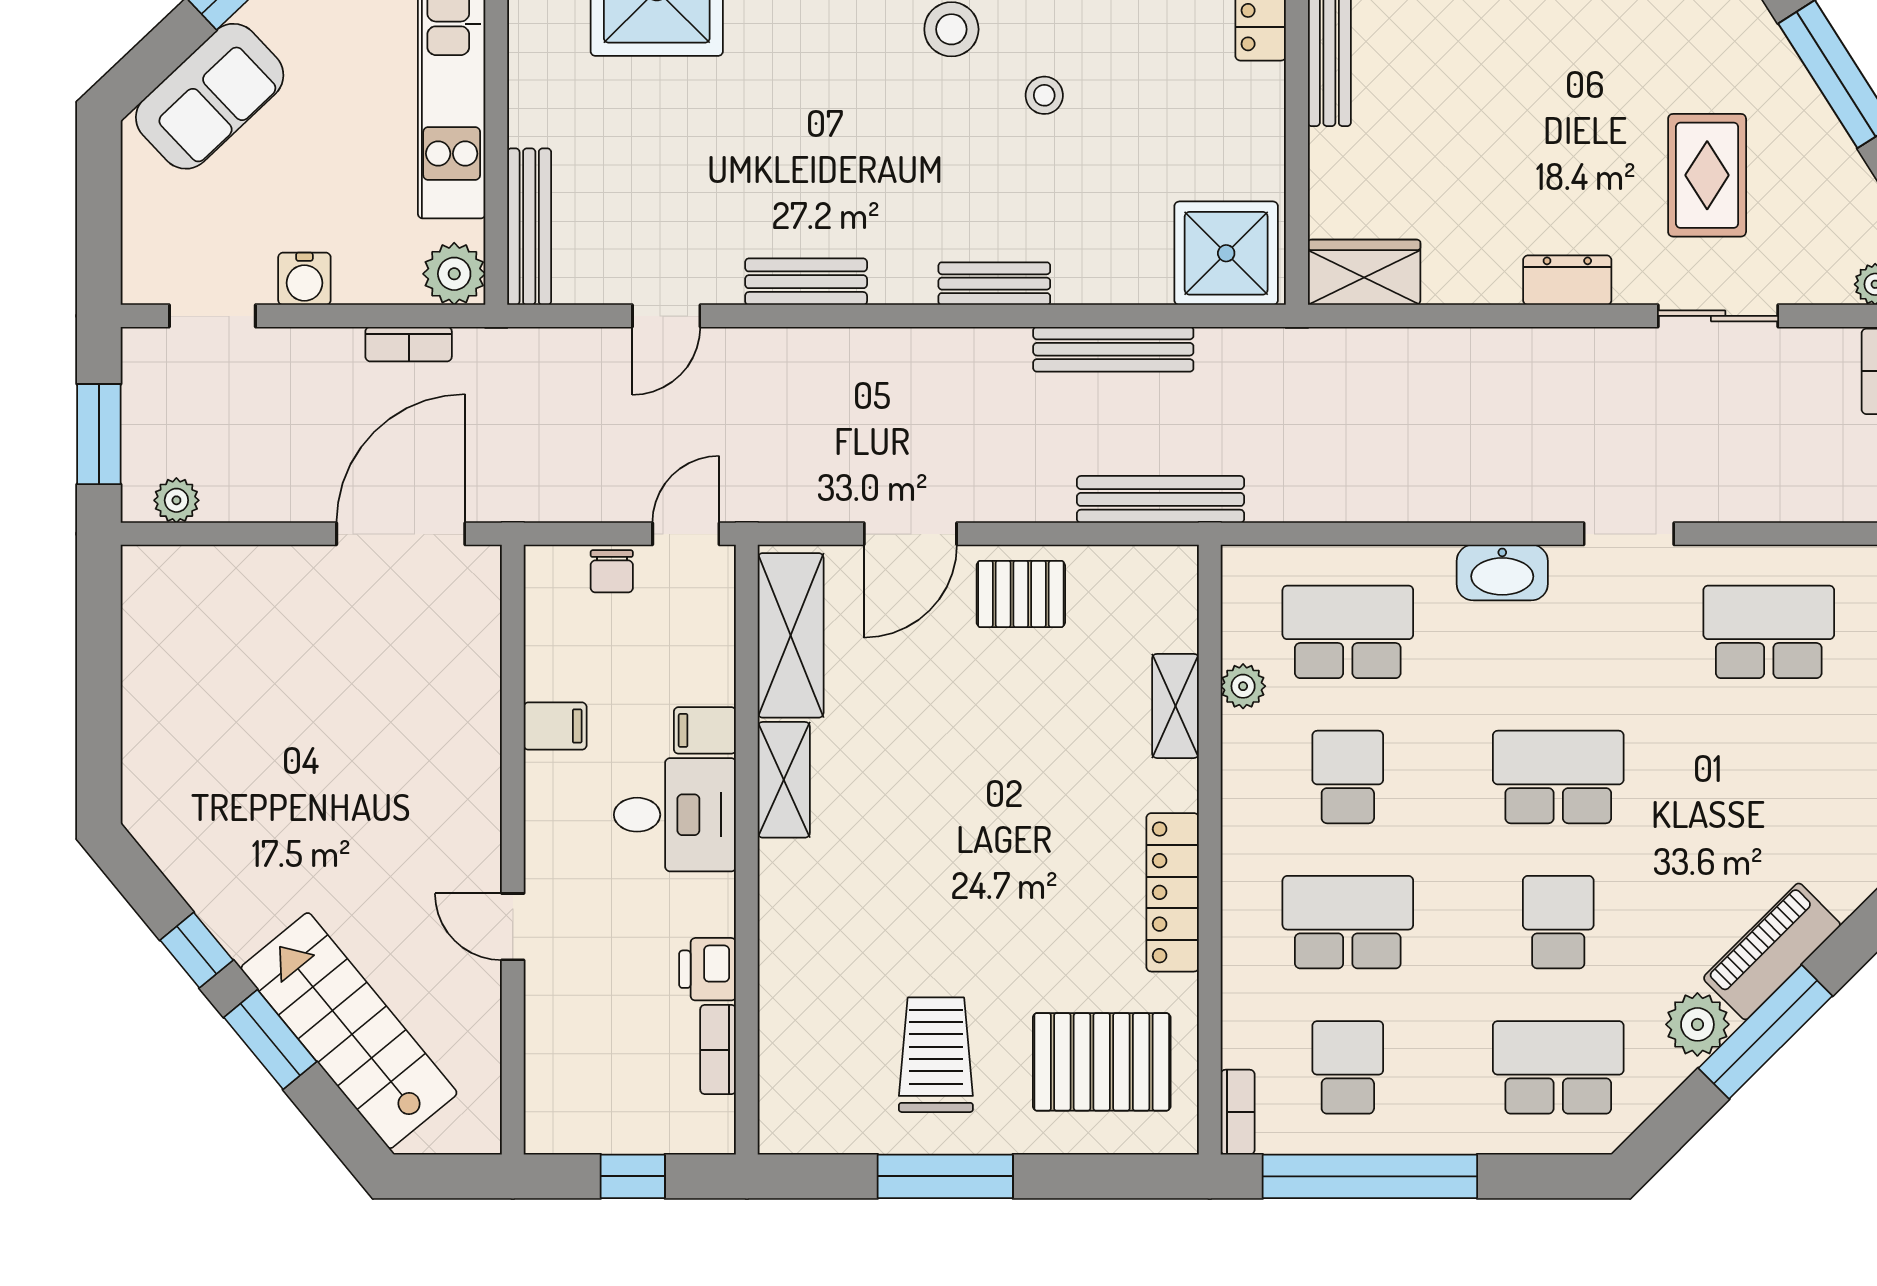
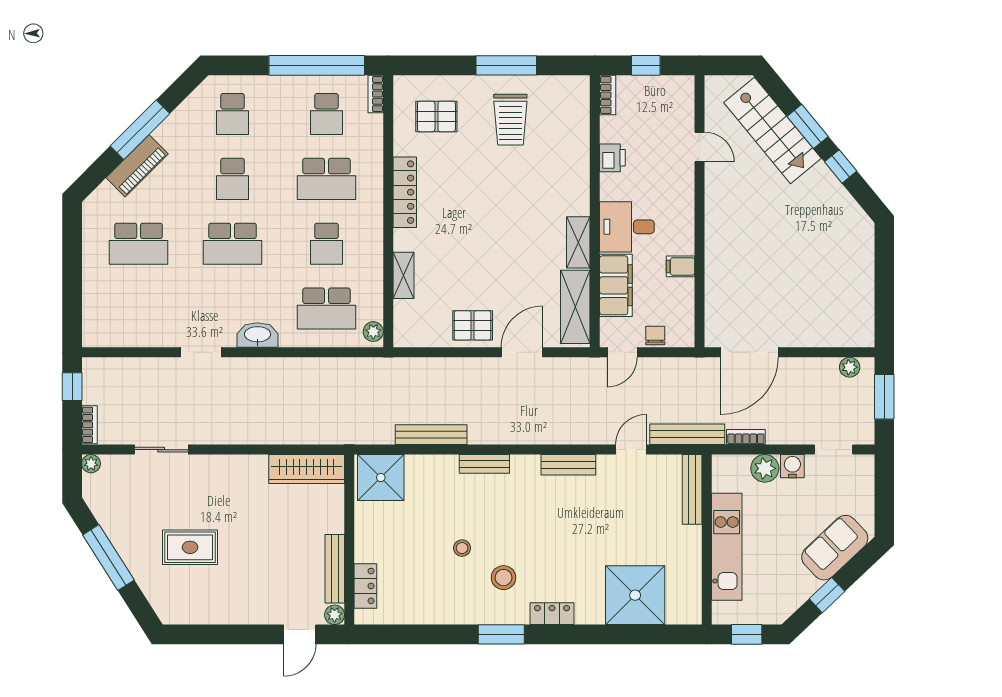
rug: (1707, 175) -> (190, 547), moved, turned 90
wardrobe: (1364, 272) -> (307, 469), width x1.50
plant: (454, 274) -> (765, 468), moved
dresser: (1567, 280) -> (229, 466), removed
bench: (1161, 499) -> (687, 434), moved
school desk: (1769, 632) -> (139, 244), moved
plant: (1243, 686) -> (373, 332), moved
filing cabinet: (705, 730) -> (616, 285), width x3.00, depth x1.17
door: (513, 927) -> (699, 147), moved
plant: (1697, 1024) -> (170, 133), removed
bookcase: (718, 1050) -> (608, 95), moved
pallet: (1102, 1062) -> (436, 116), width x0.67, depth x0.71
school desk: (1558, 1067) -> (233, 114), width x0.54

